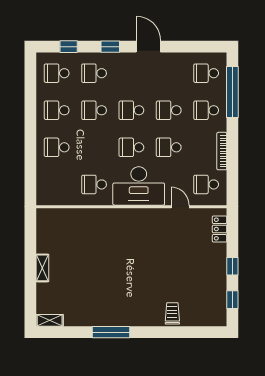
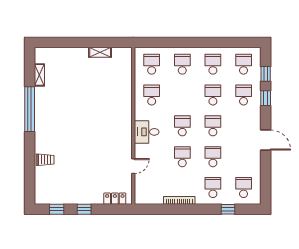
window: (110, 47) -> (266, 98), moved
door: (148, 47) -> (266, 140), hinge flipped
window: (232, 92) -> (228, 209), width x0.32
school desk: (206, 184) -> (152, 64), moved
desk: (139, 186) -> (147, 132), width x0.53, depth x0.77
shelving: (42, 268) -> (100, 52), moved
shelving: (50, 320) -> (39, 75), moved
window: (111, 332) -> (30, 109), width x1.46

